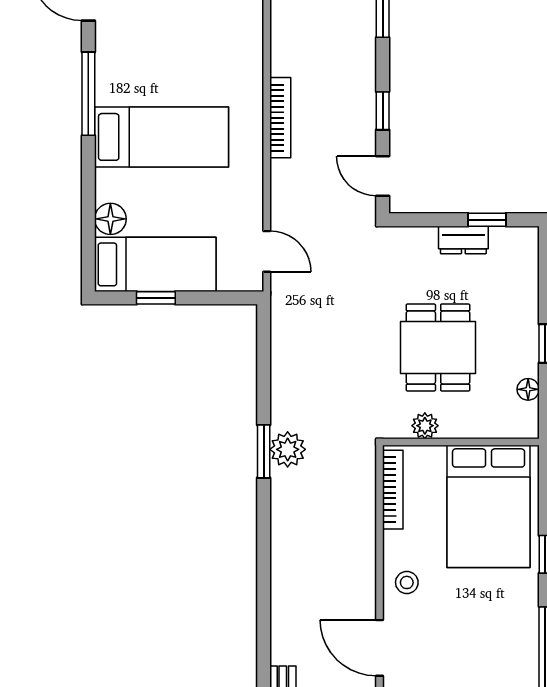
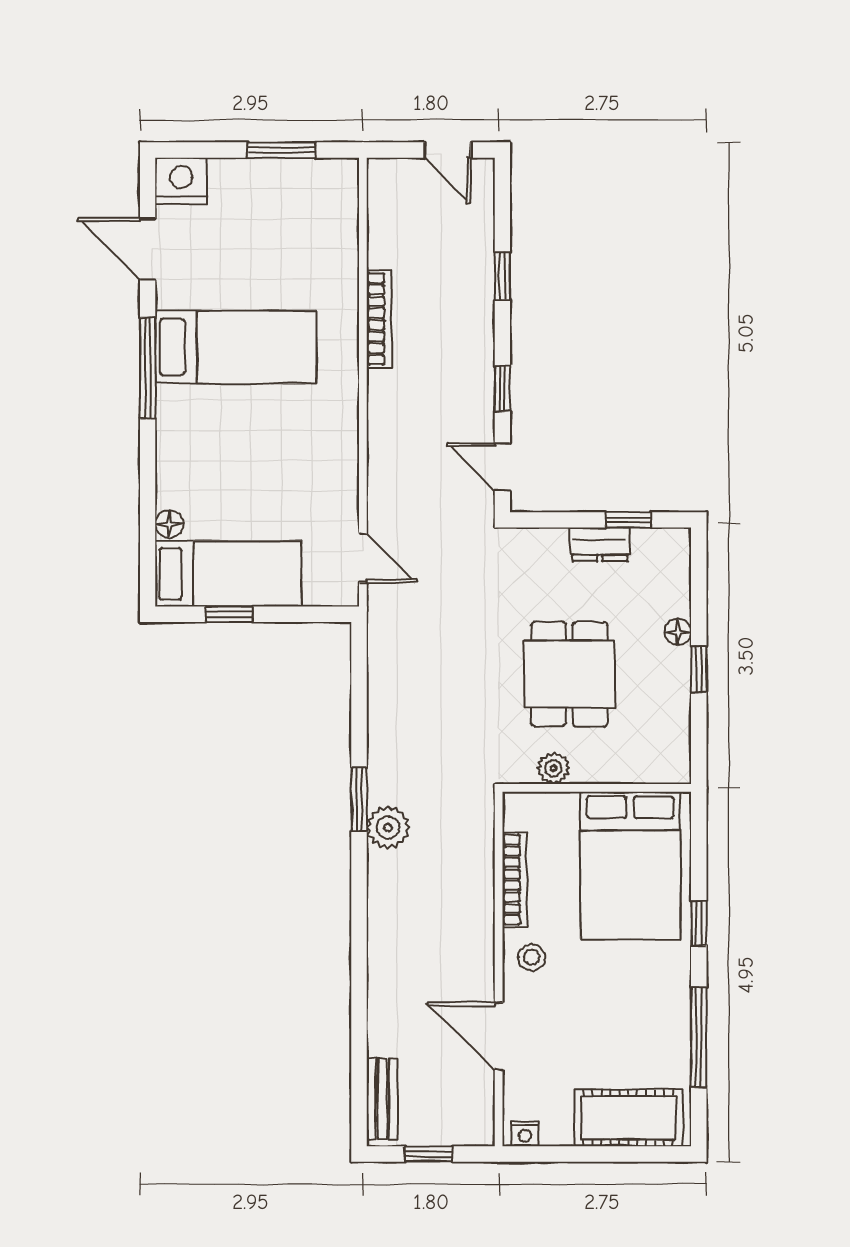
bookcase: (280, 118) -> (379, 319), moved
bed: (161, 137) -> (236, 347), moved
floor lamp: (110, 219) -> (169, 524), width x0.73, depth x0.73
floor lamp: (528, 389) -> (678, 632), moved
plant: (288, 449) -> (388, 827), moved
bookcase: (393, 490) -> (515, 880), moved

